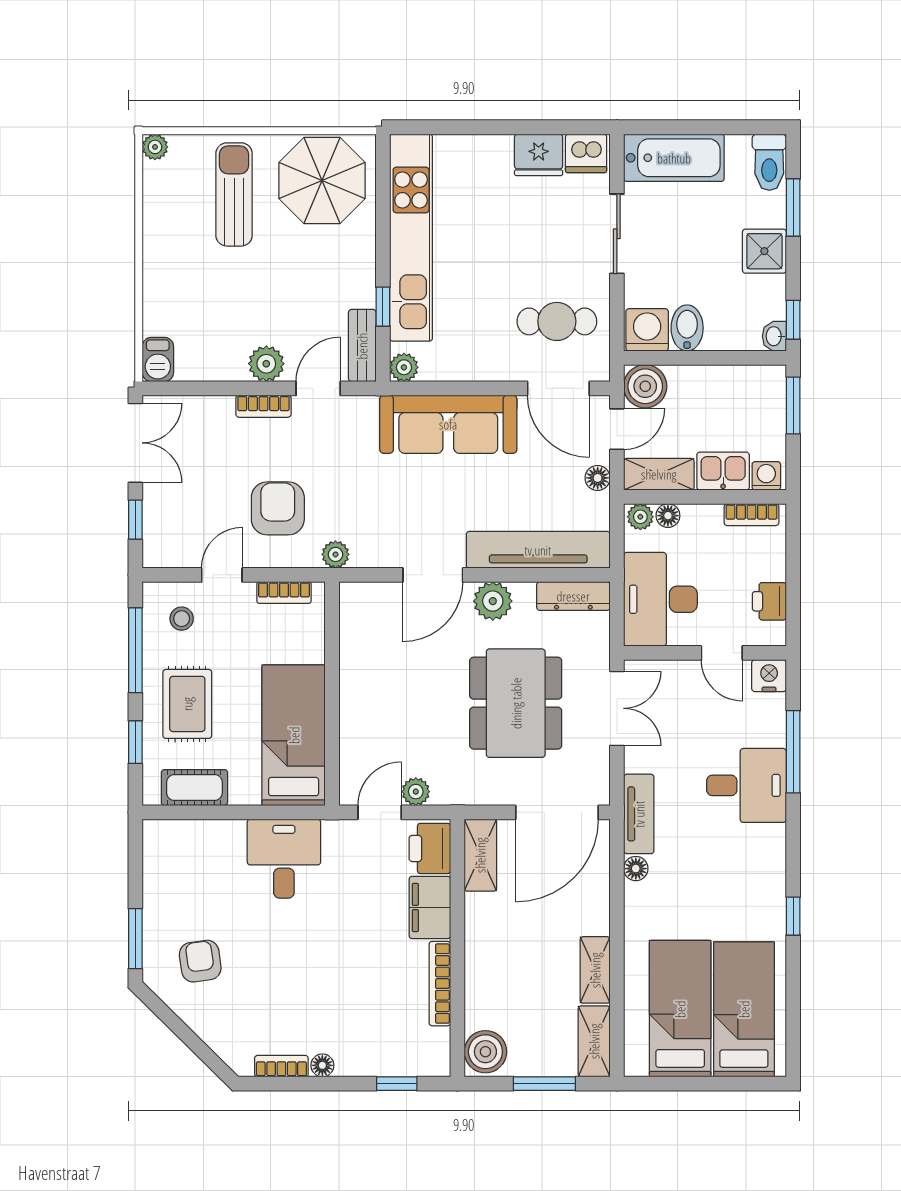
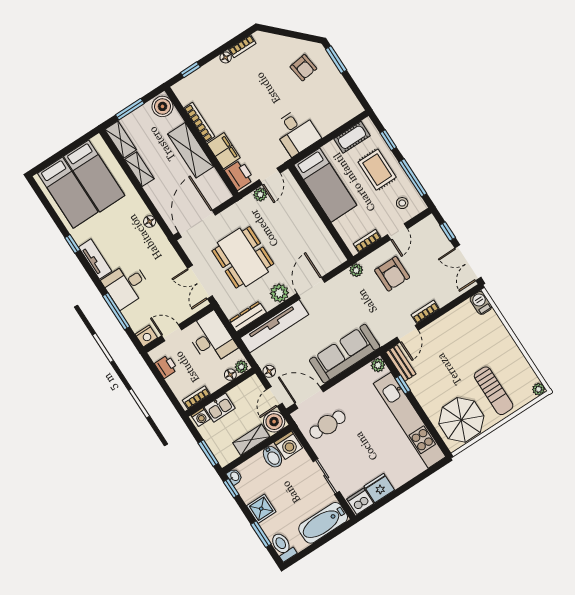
plant: (266, 364) -> (435, 330), removed
shelving: (659, 474) -> (251, 440), moved
tv unit: (639, 814) -> (95, 259), moved, turned 180
shelving: (480, 855) -> (191, 150), moved, width x1.50, depth x1.33

